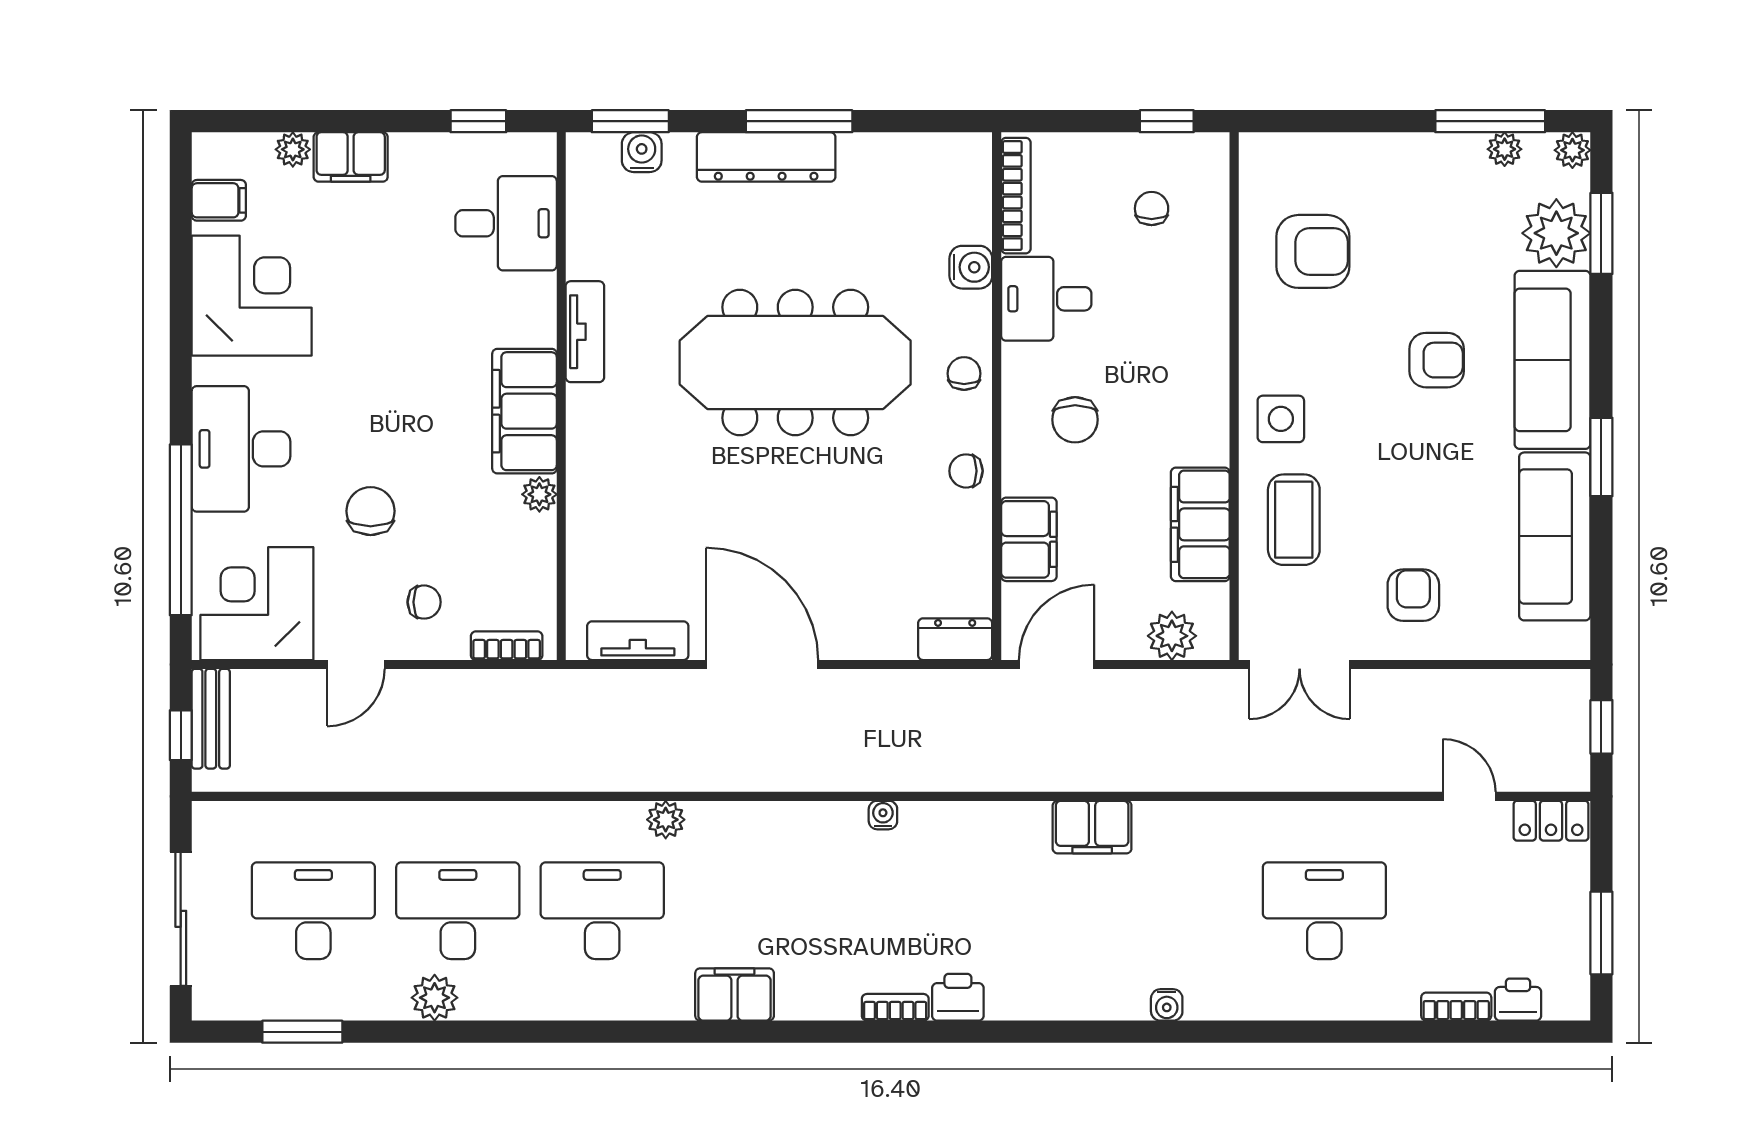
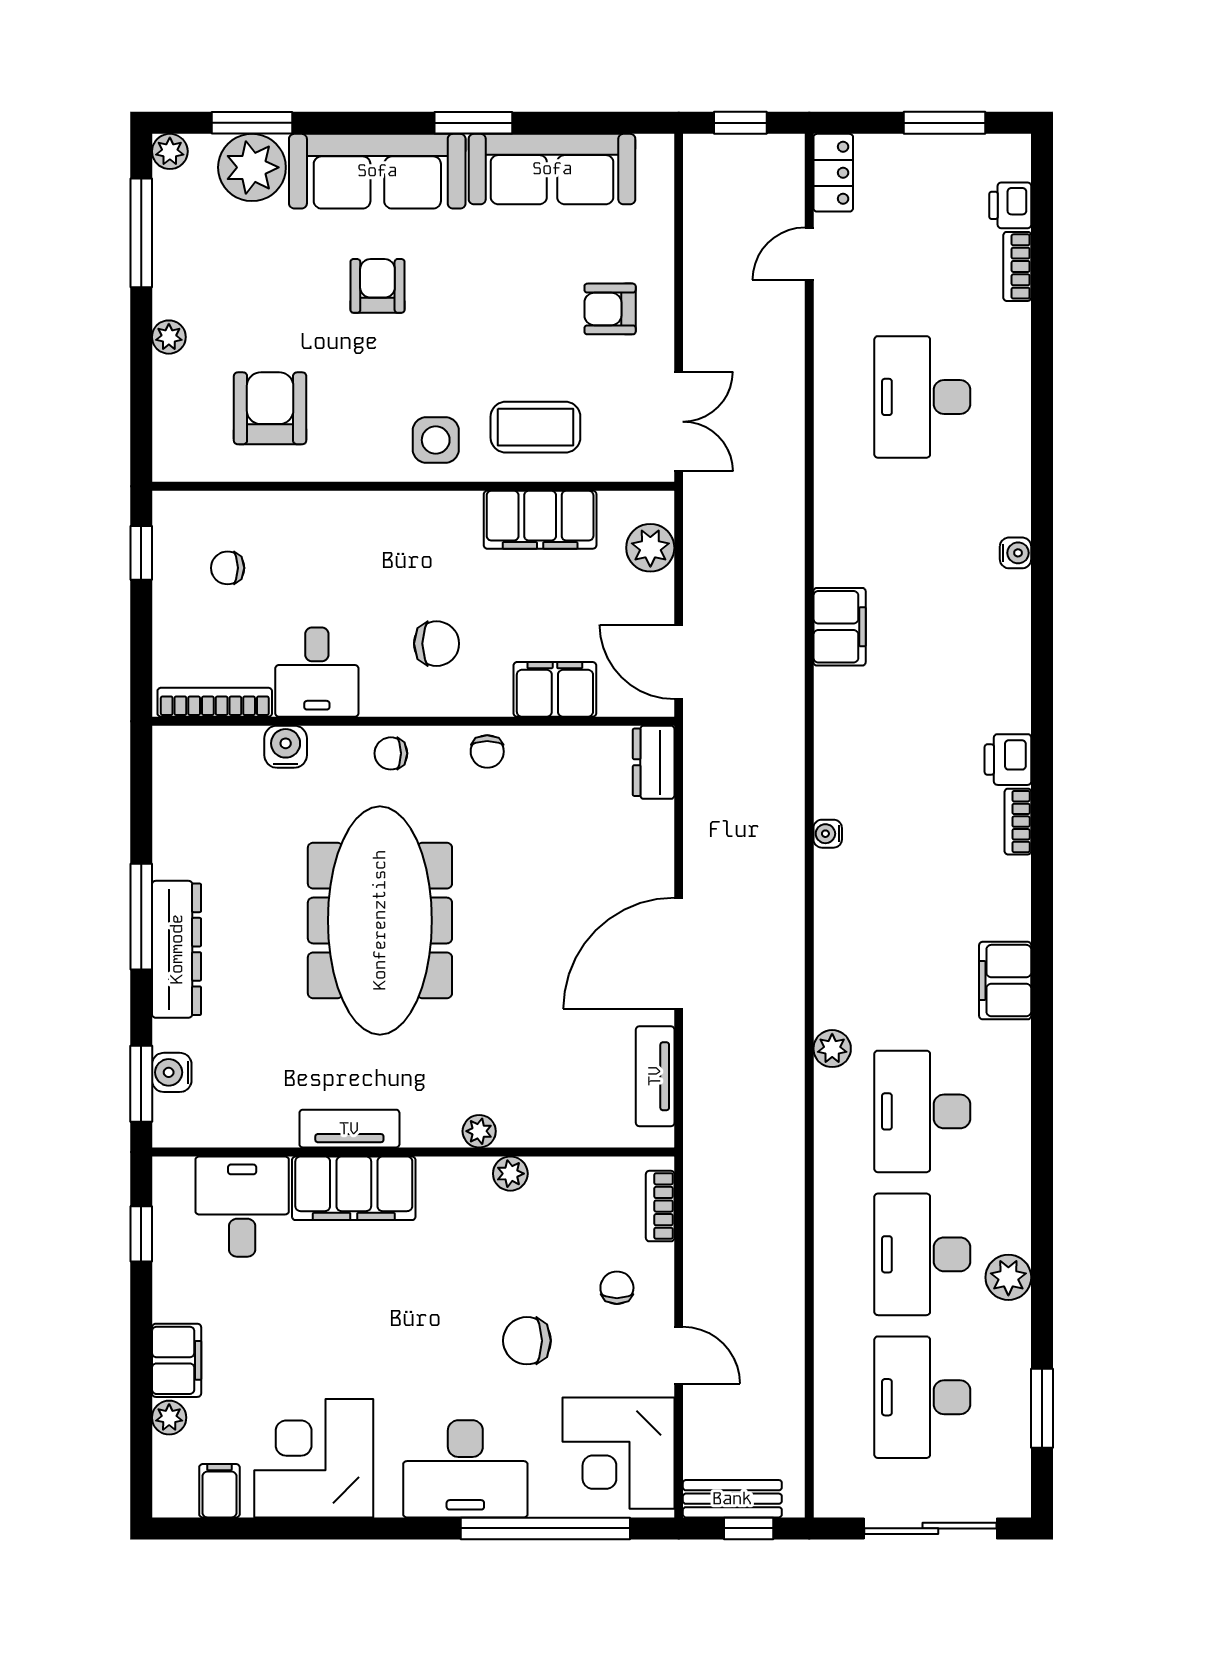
plant: (1505, 149) -> (169, 337), moved
filing cabinet: (525, 411) -> (354, 1188), moved
plant: (582, 463) -> (479, 1131), added

